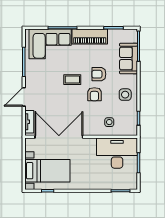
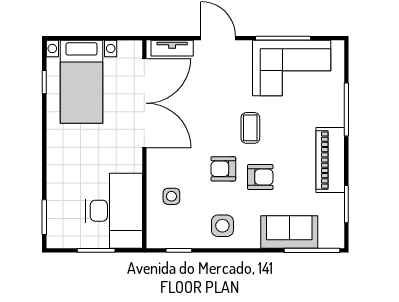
corner sofa: (50, 44) -> (292, 68), moved, turned -90
armchair: (99, 74) -> (260, 177), turned 90

